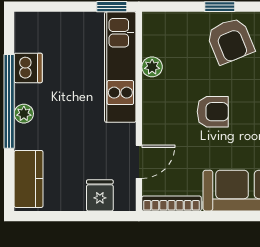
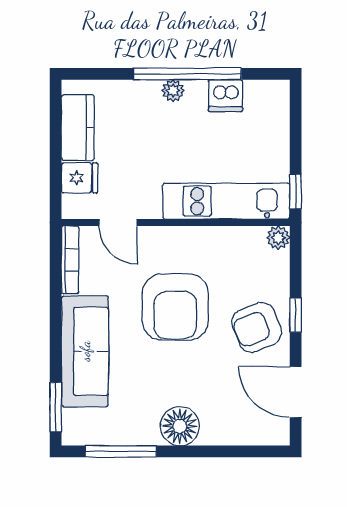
plant: (152, 67) -> (278, 238), moved
armchair: (213, 112) -> (175, 307), width x1.88, depth x1.88
kitchen counter: (29, 179) -> (78, 128), moved, turned -90

